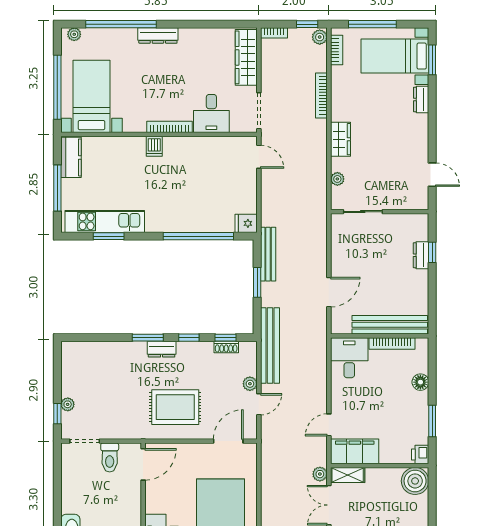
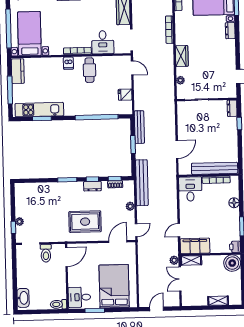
cafe table: (189, 159) -> (89, 70), added
fridge: (246, 223) -> (125, 95), moved
dresser: (421, 255) -> (232, 108), moved
dresser: (162, 349) -> (92, 186), moved
door: (259, 404) -> (136, 230), moved

